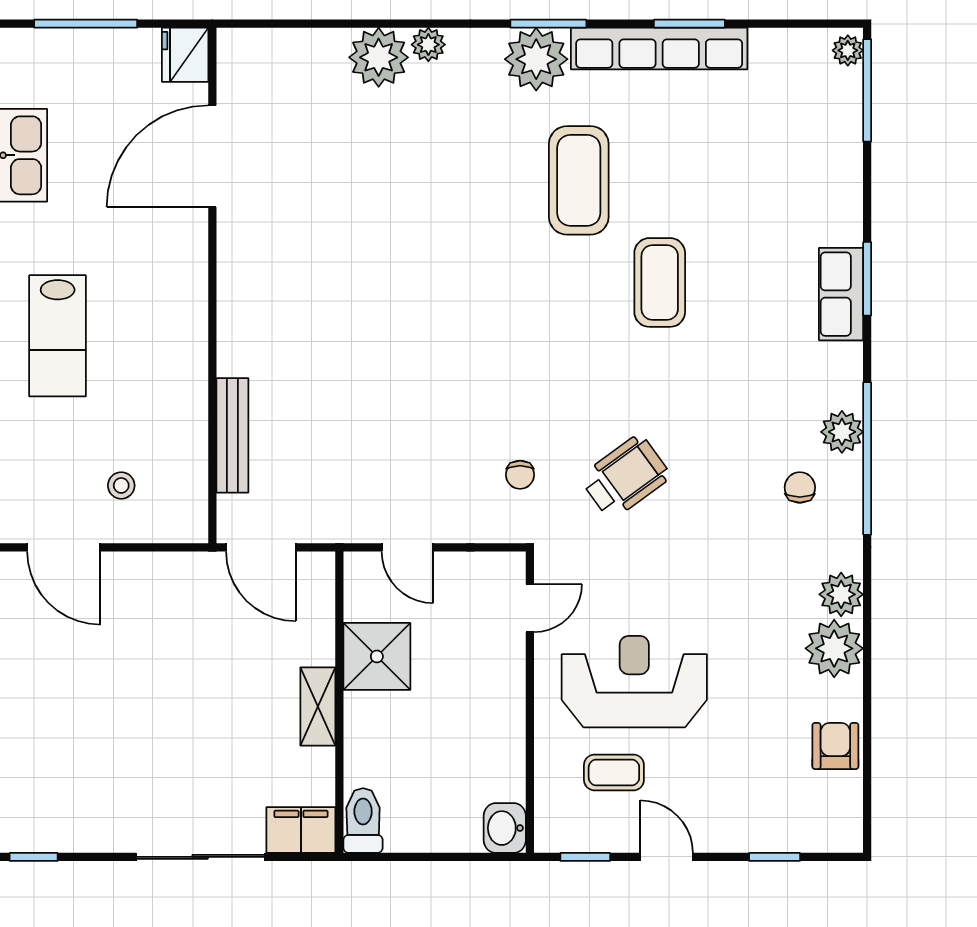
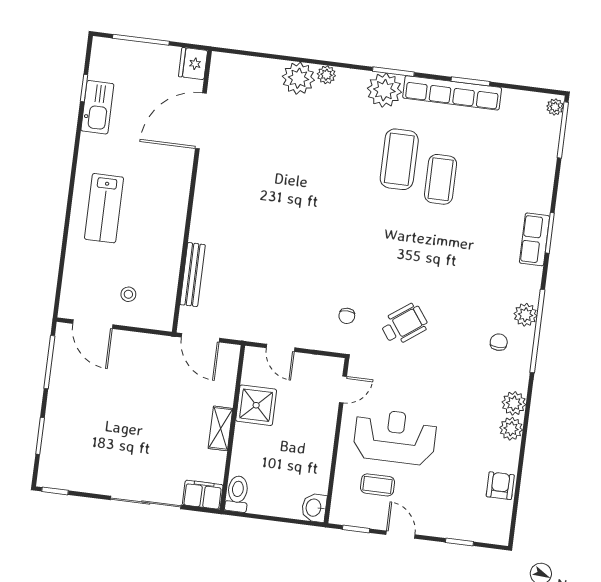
coffee table: (660, 282) -> (441, 179), moved
plant: (834, 648) -> (511, 429), width x0.73, depth x0.73

